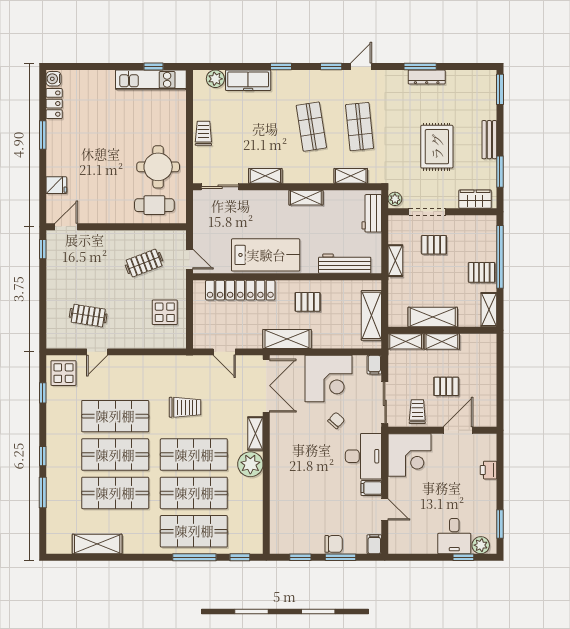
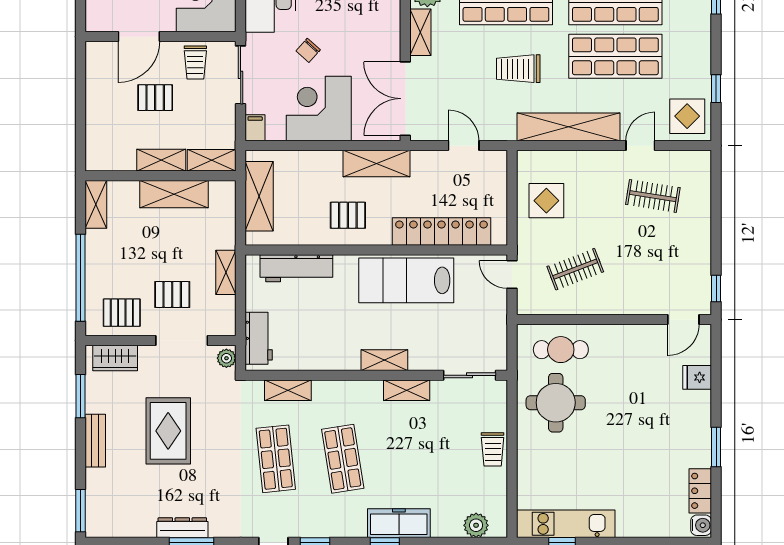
freezer: (248, 80) -> (399, 523), moved
shelving: (306, 198) -> (384, 360), moved
pallet: (482, 272) -> (122, 313), moved
shelving: (149, 365) -> (569, 127), added

